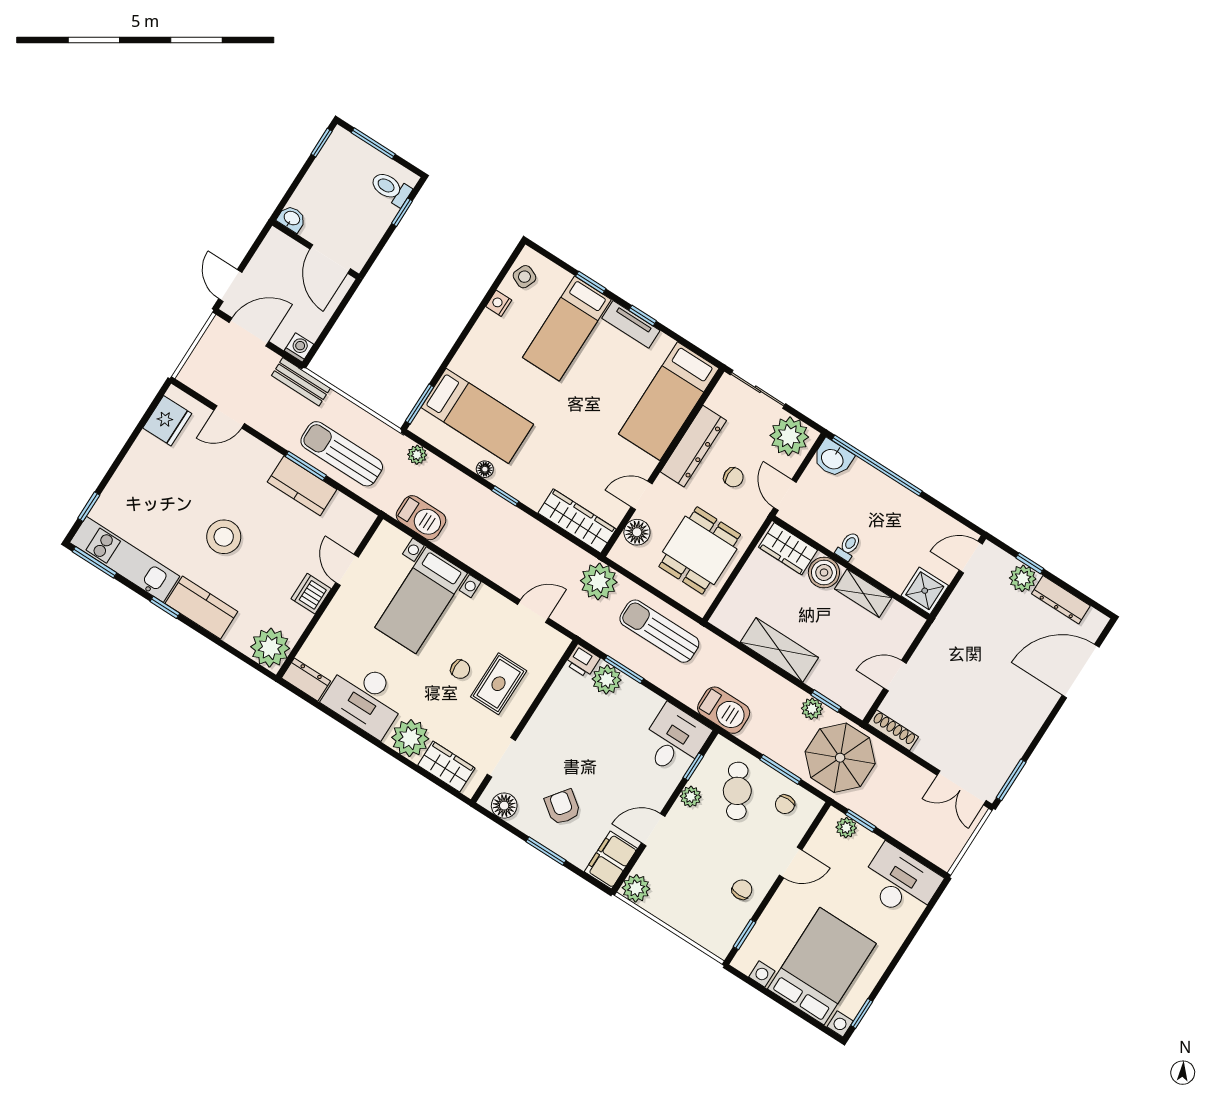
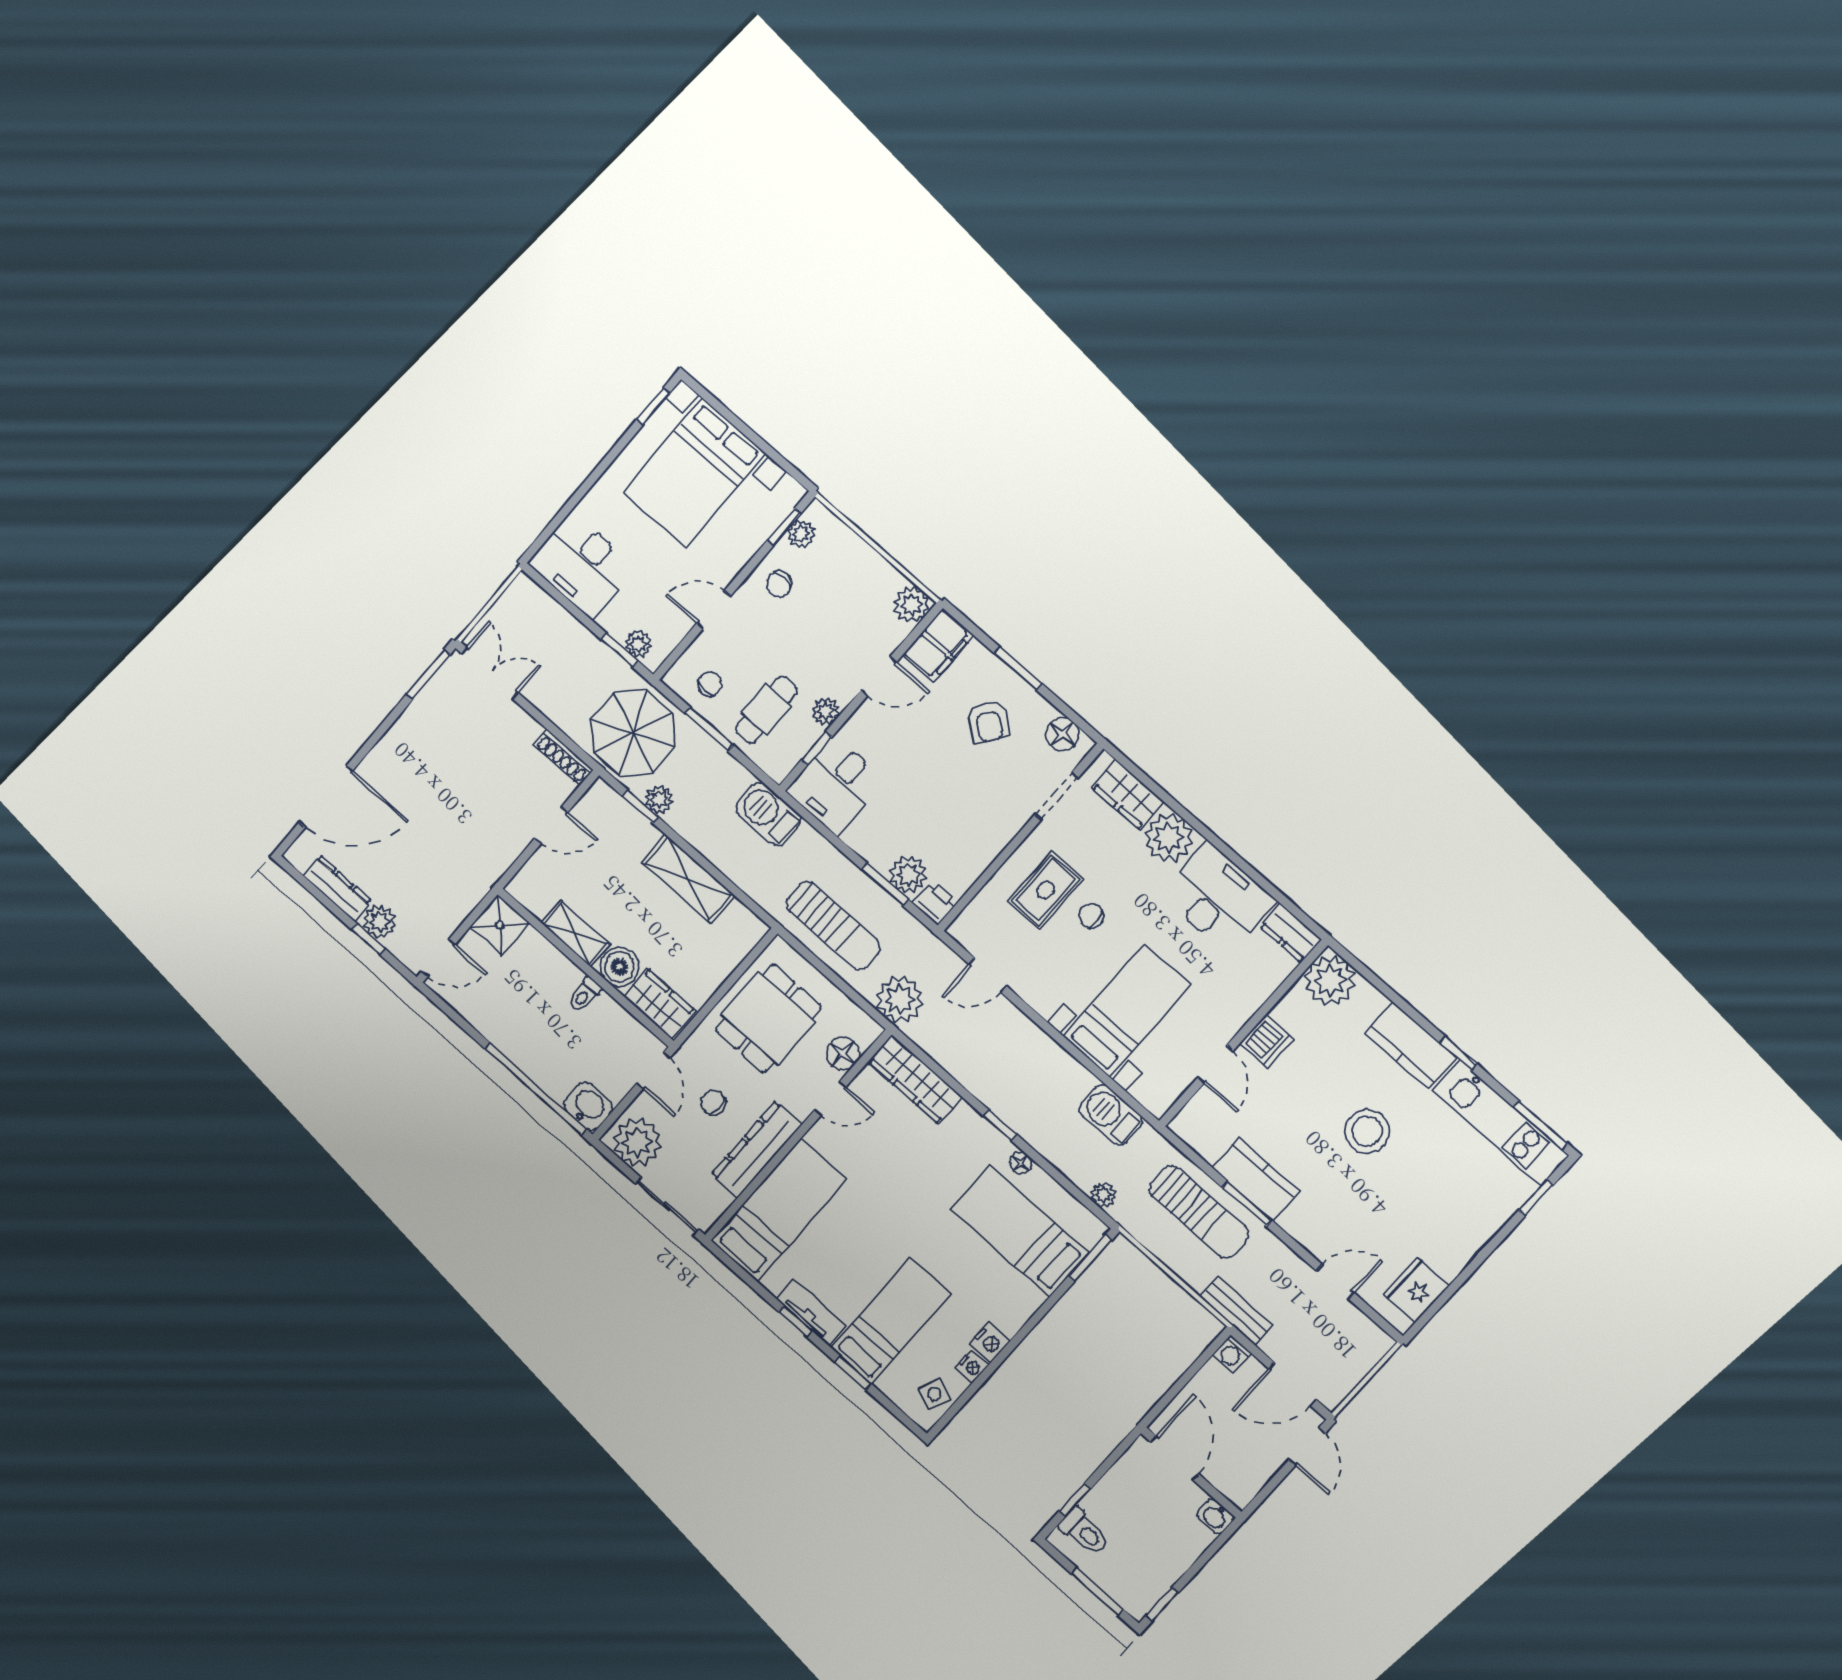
nightstand: (487, 325) -> (990, 1342), added
cafe table: (737, 791) -> (766, 710), turned 30
plant: (730, 931) -> (801, 534), added

